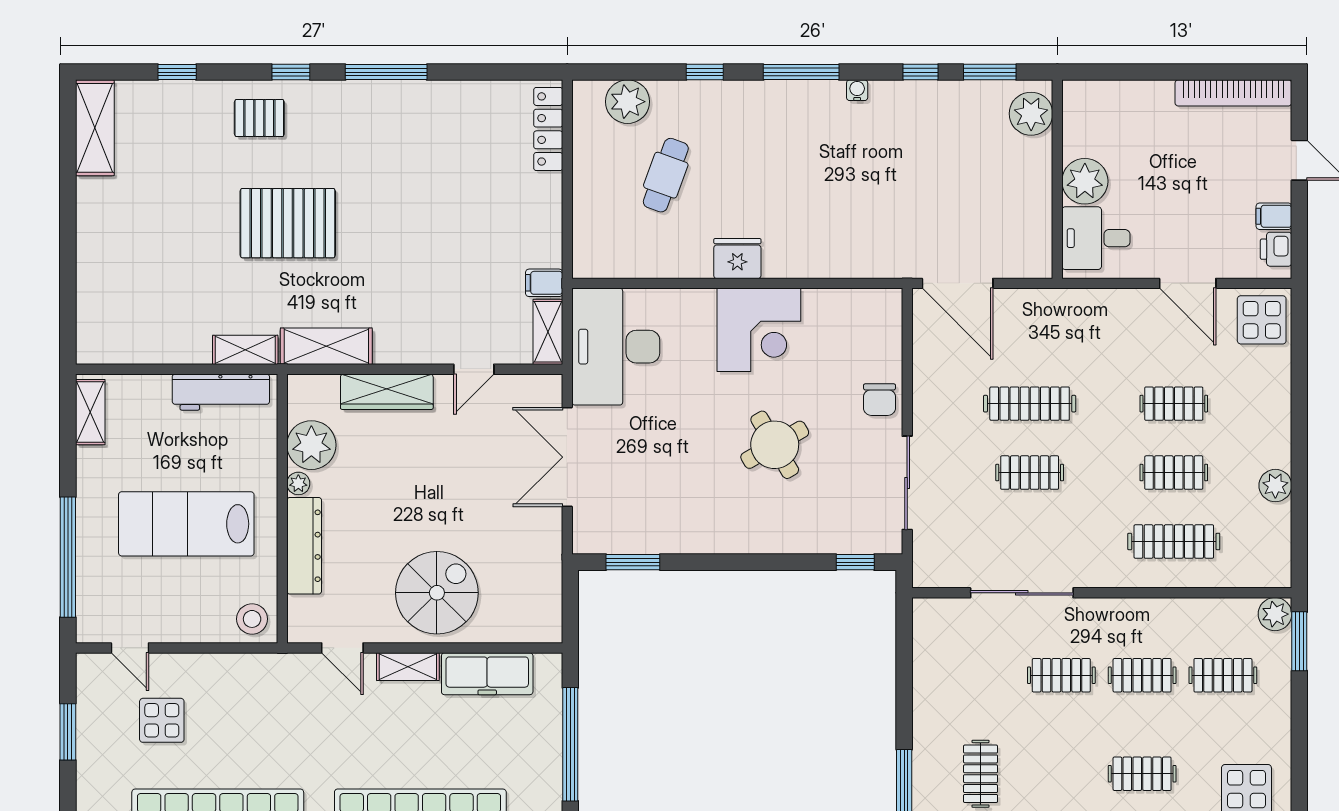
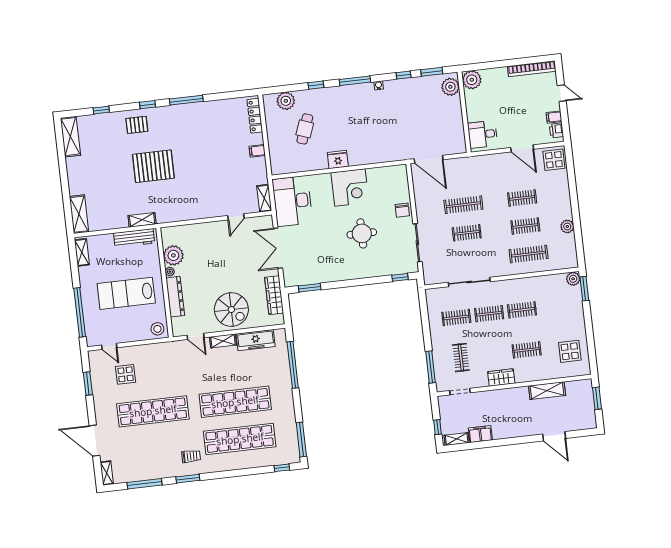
plant: (1085, 181) -> (472, 80), moved
filing cabinet: (544, 283) -> (257, 151), moved
shelving: (326, 346) -> (79, 214), moved, turned 90
wardrobe: (387, 392) -> (274, 295), moved, turned 90
round table: (775, 445) -> (362, 233), turned 30
spiral stairs: (437, 593) -> (231, 310), turned 90
clothes rail: (1223, 675) -> (456, 317), moved

